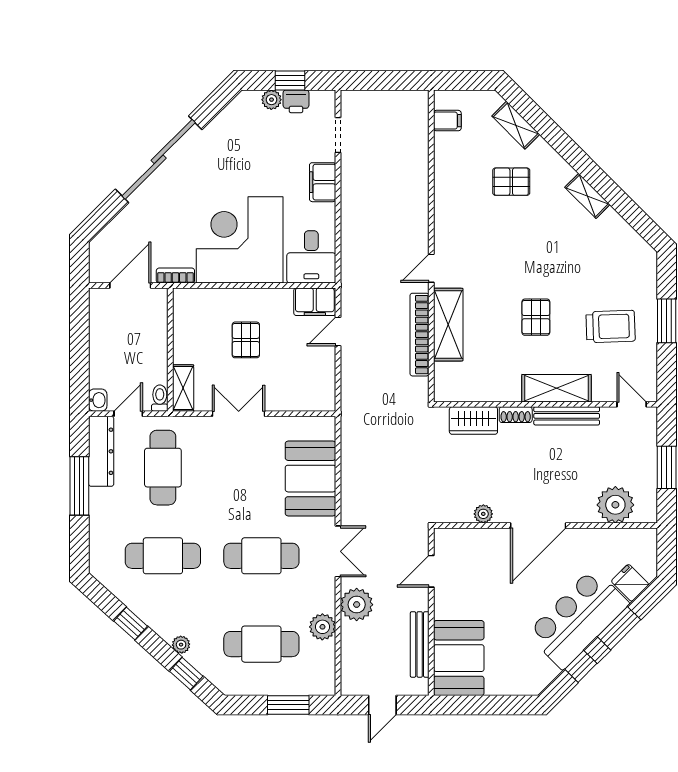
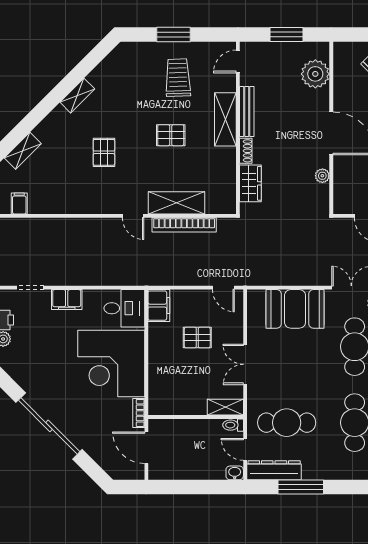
pallet: (511, 182) -> (104, 152), moved
door: (338, 331) -> (223, 288), moved
pallet: (246, 340) -> (197, 337), moved

